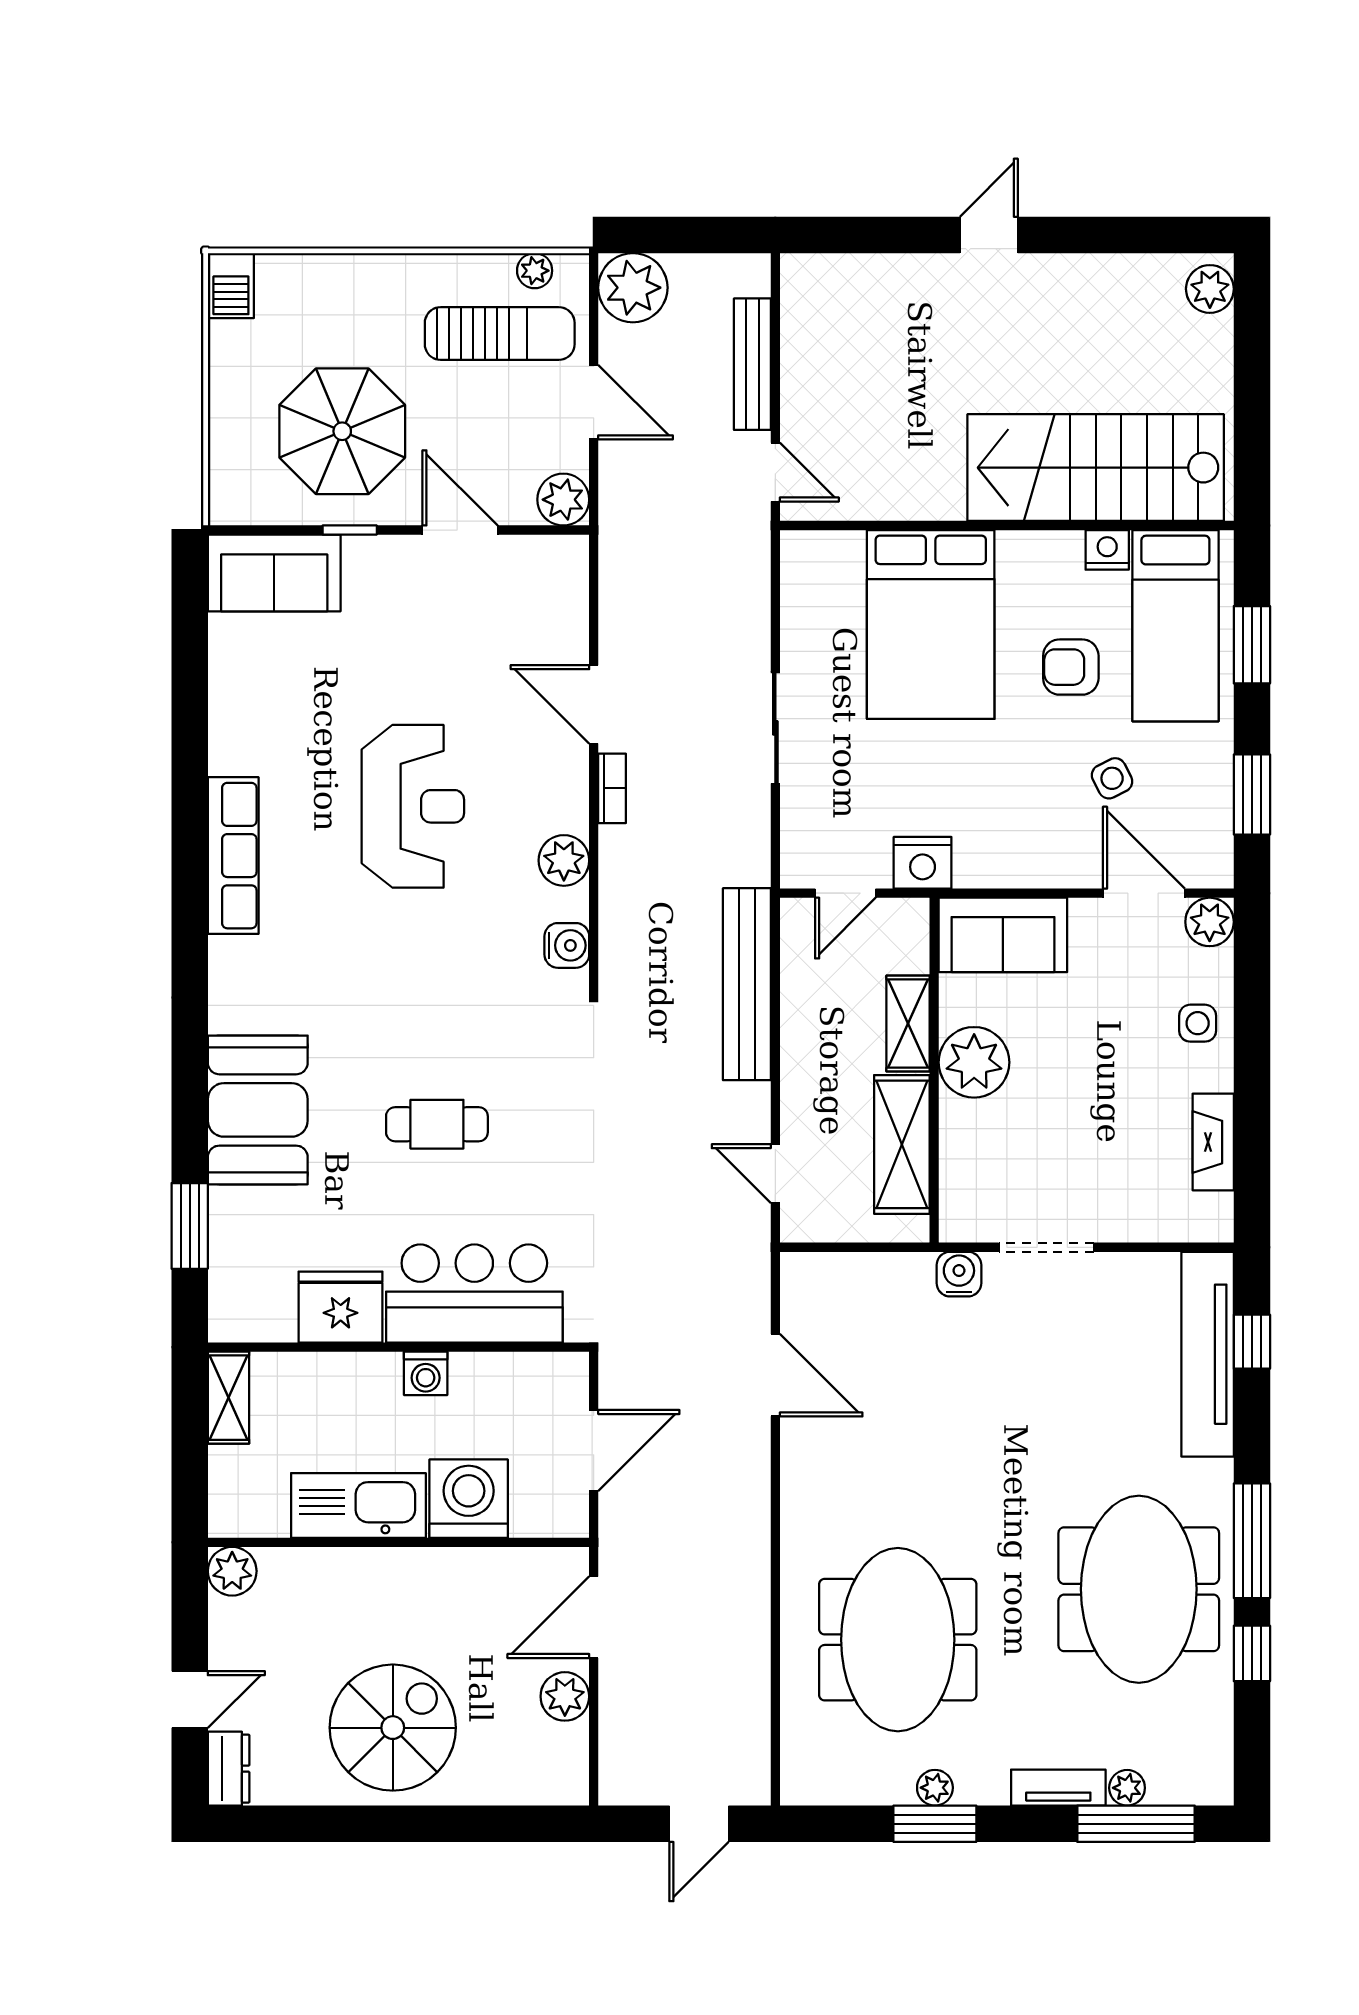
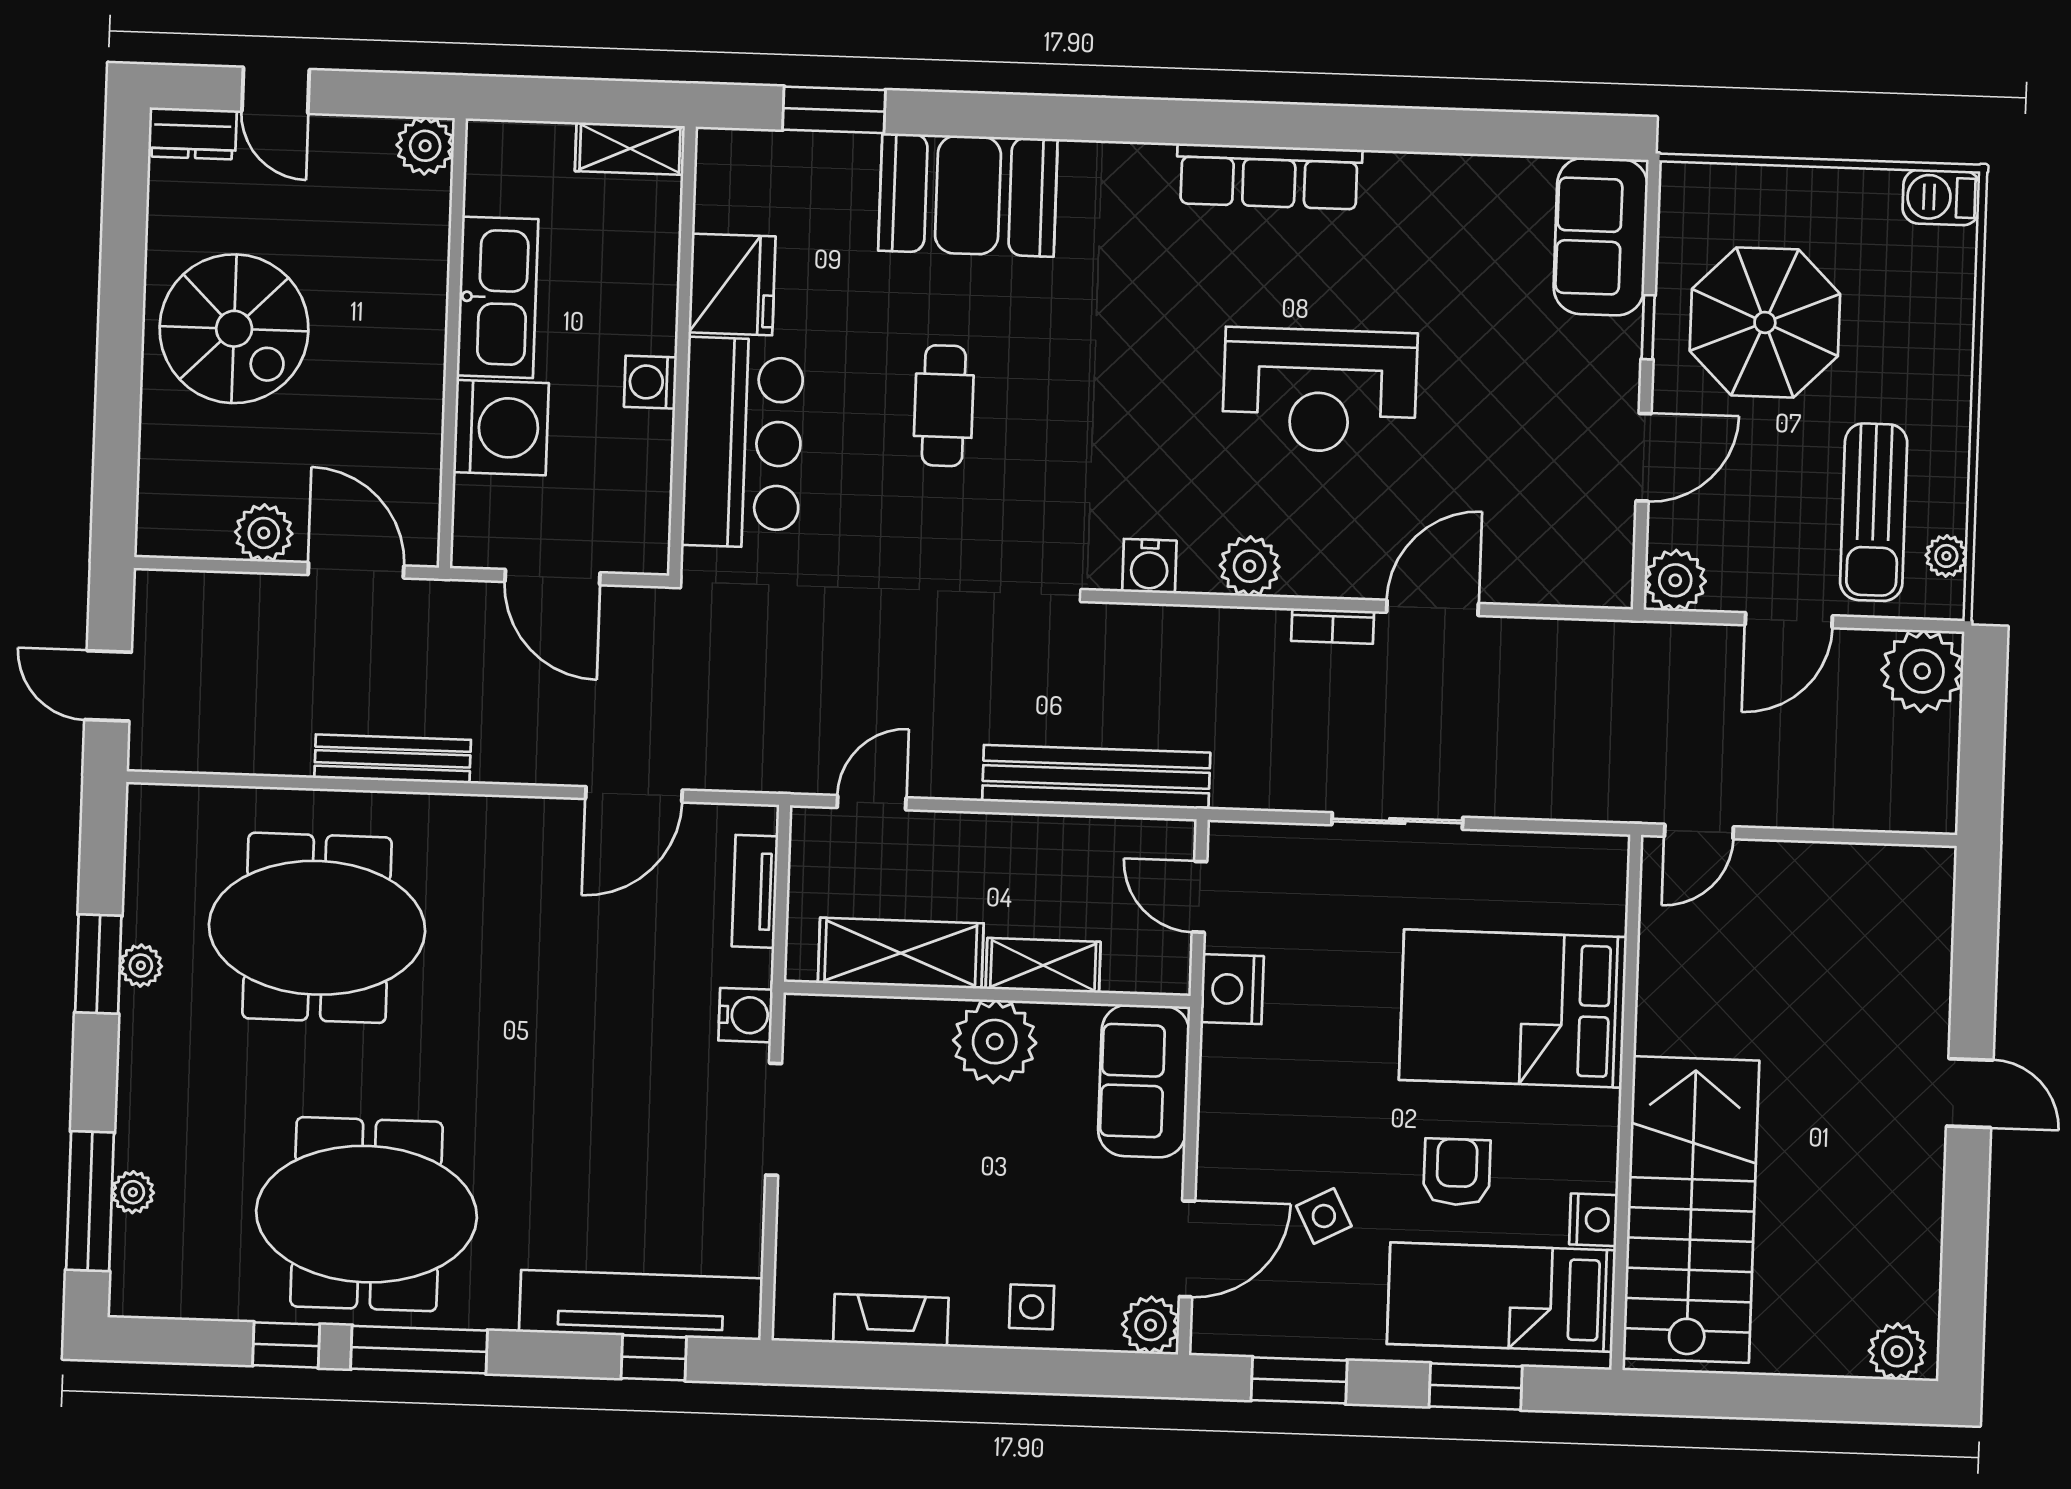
bench: (752, 364) -> (393, 759), moved
tv unit: (1058, 1788) -> (755, 891), moved, turned 180

